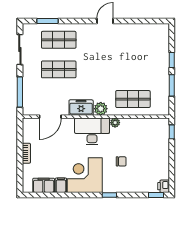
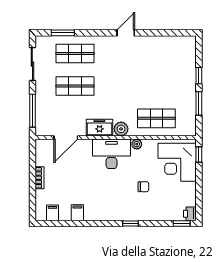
corner desk: (85, 175) -> (177, 162), moved, turned -90
filing cabinet: (44, 185) -> (53, 213), width x0.50

